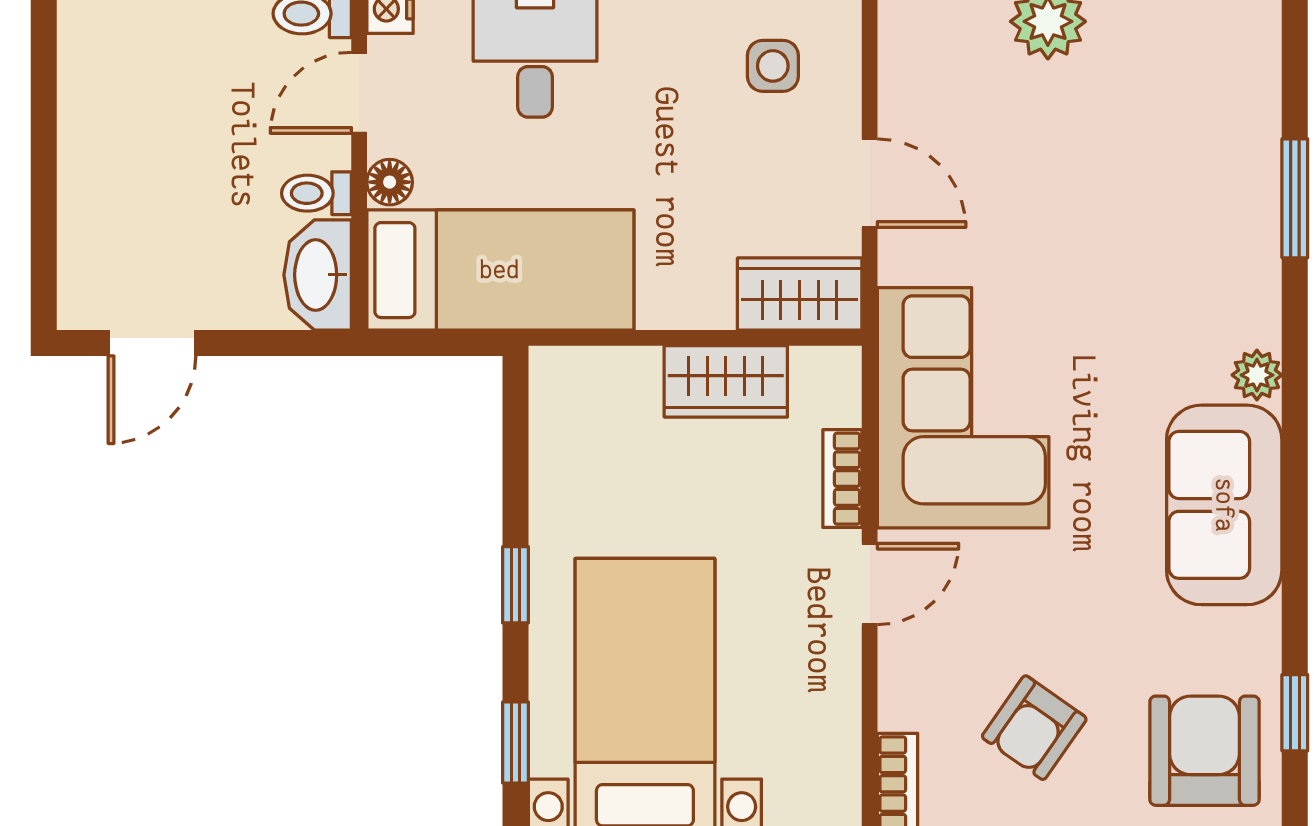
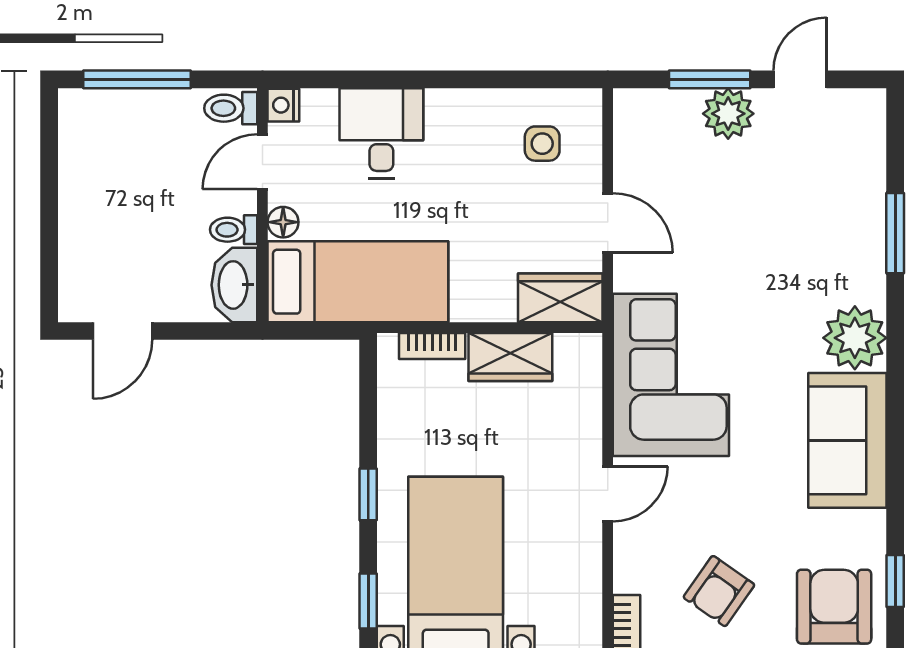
plant: (1257, 375) -> (855, 338), width x1.87, depth x1.87
bookcase: (842, 479) -> (432, 346), moved, turned -90

